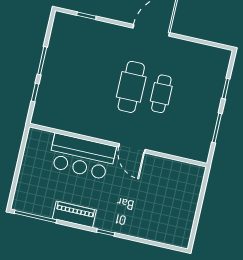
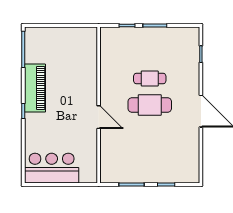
cafe table: (161, 94) -> (150, 78), moved
door: (132, 148) -> (99, 117), swing flipped
bar counter: (82, 157) -> (52, 168), moved, turned 90
piano: (74, 214) -> (35, 88), width x1.37, depth x1.33

